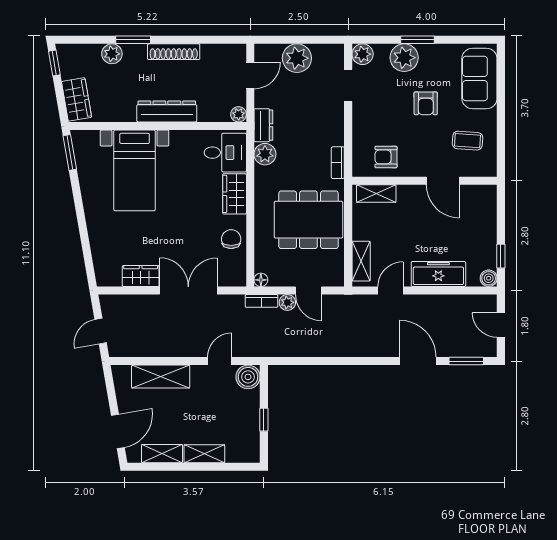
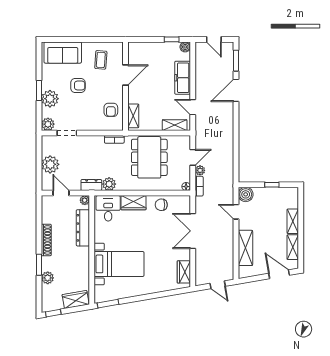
dresser: (167, 111) -> (83, 228), moved
wardrobe: (141, 276) -> (184, 272), moved
door: (501, 325) -> (214, 39), hinge flipped

